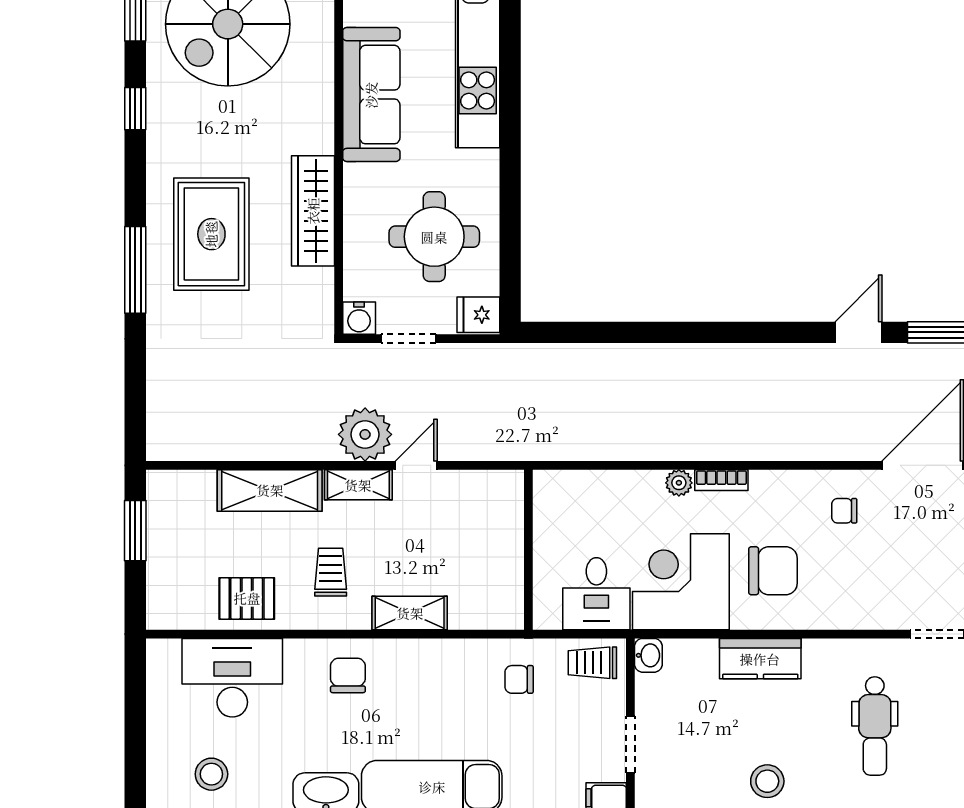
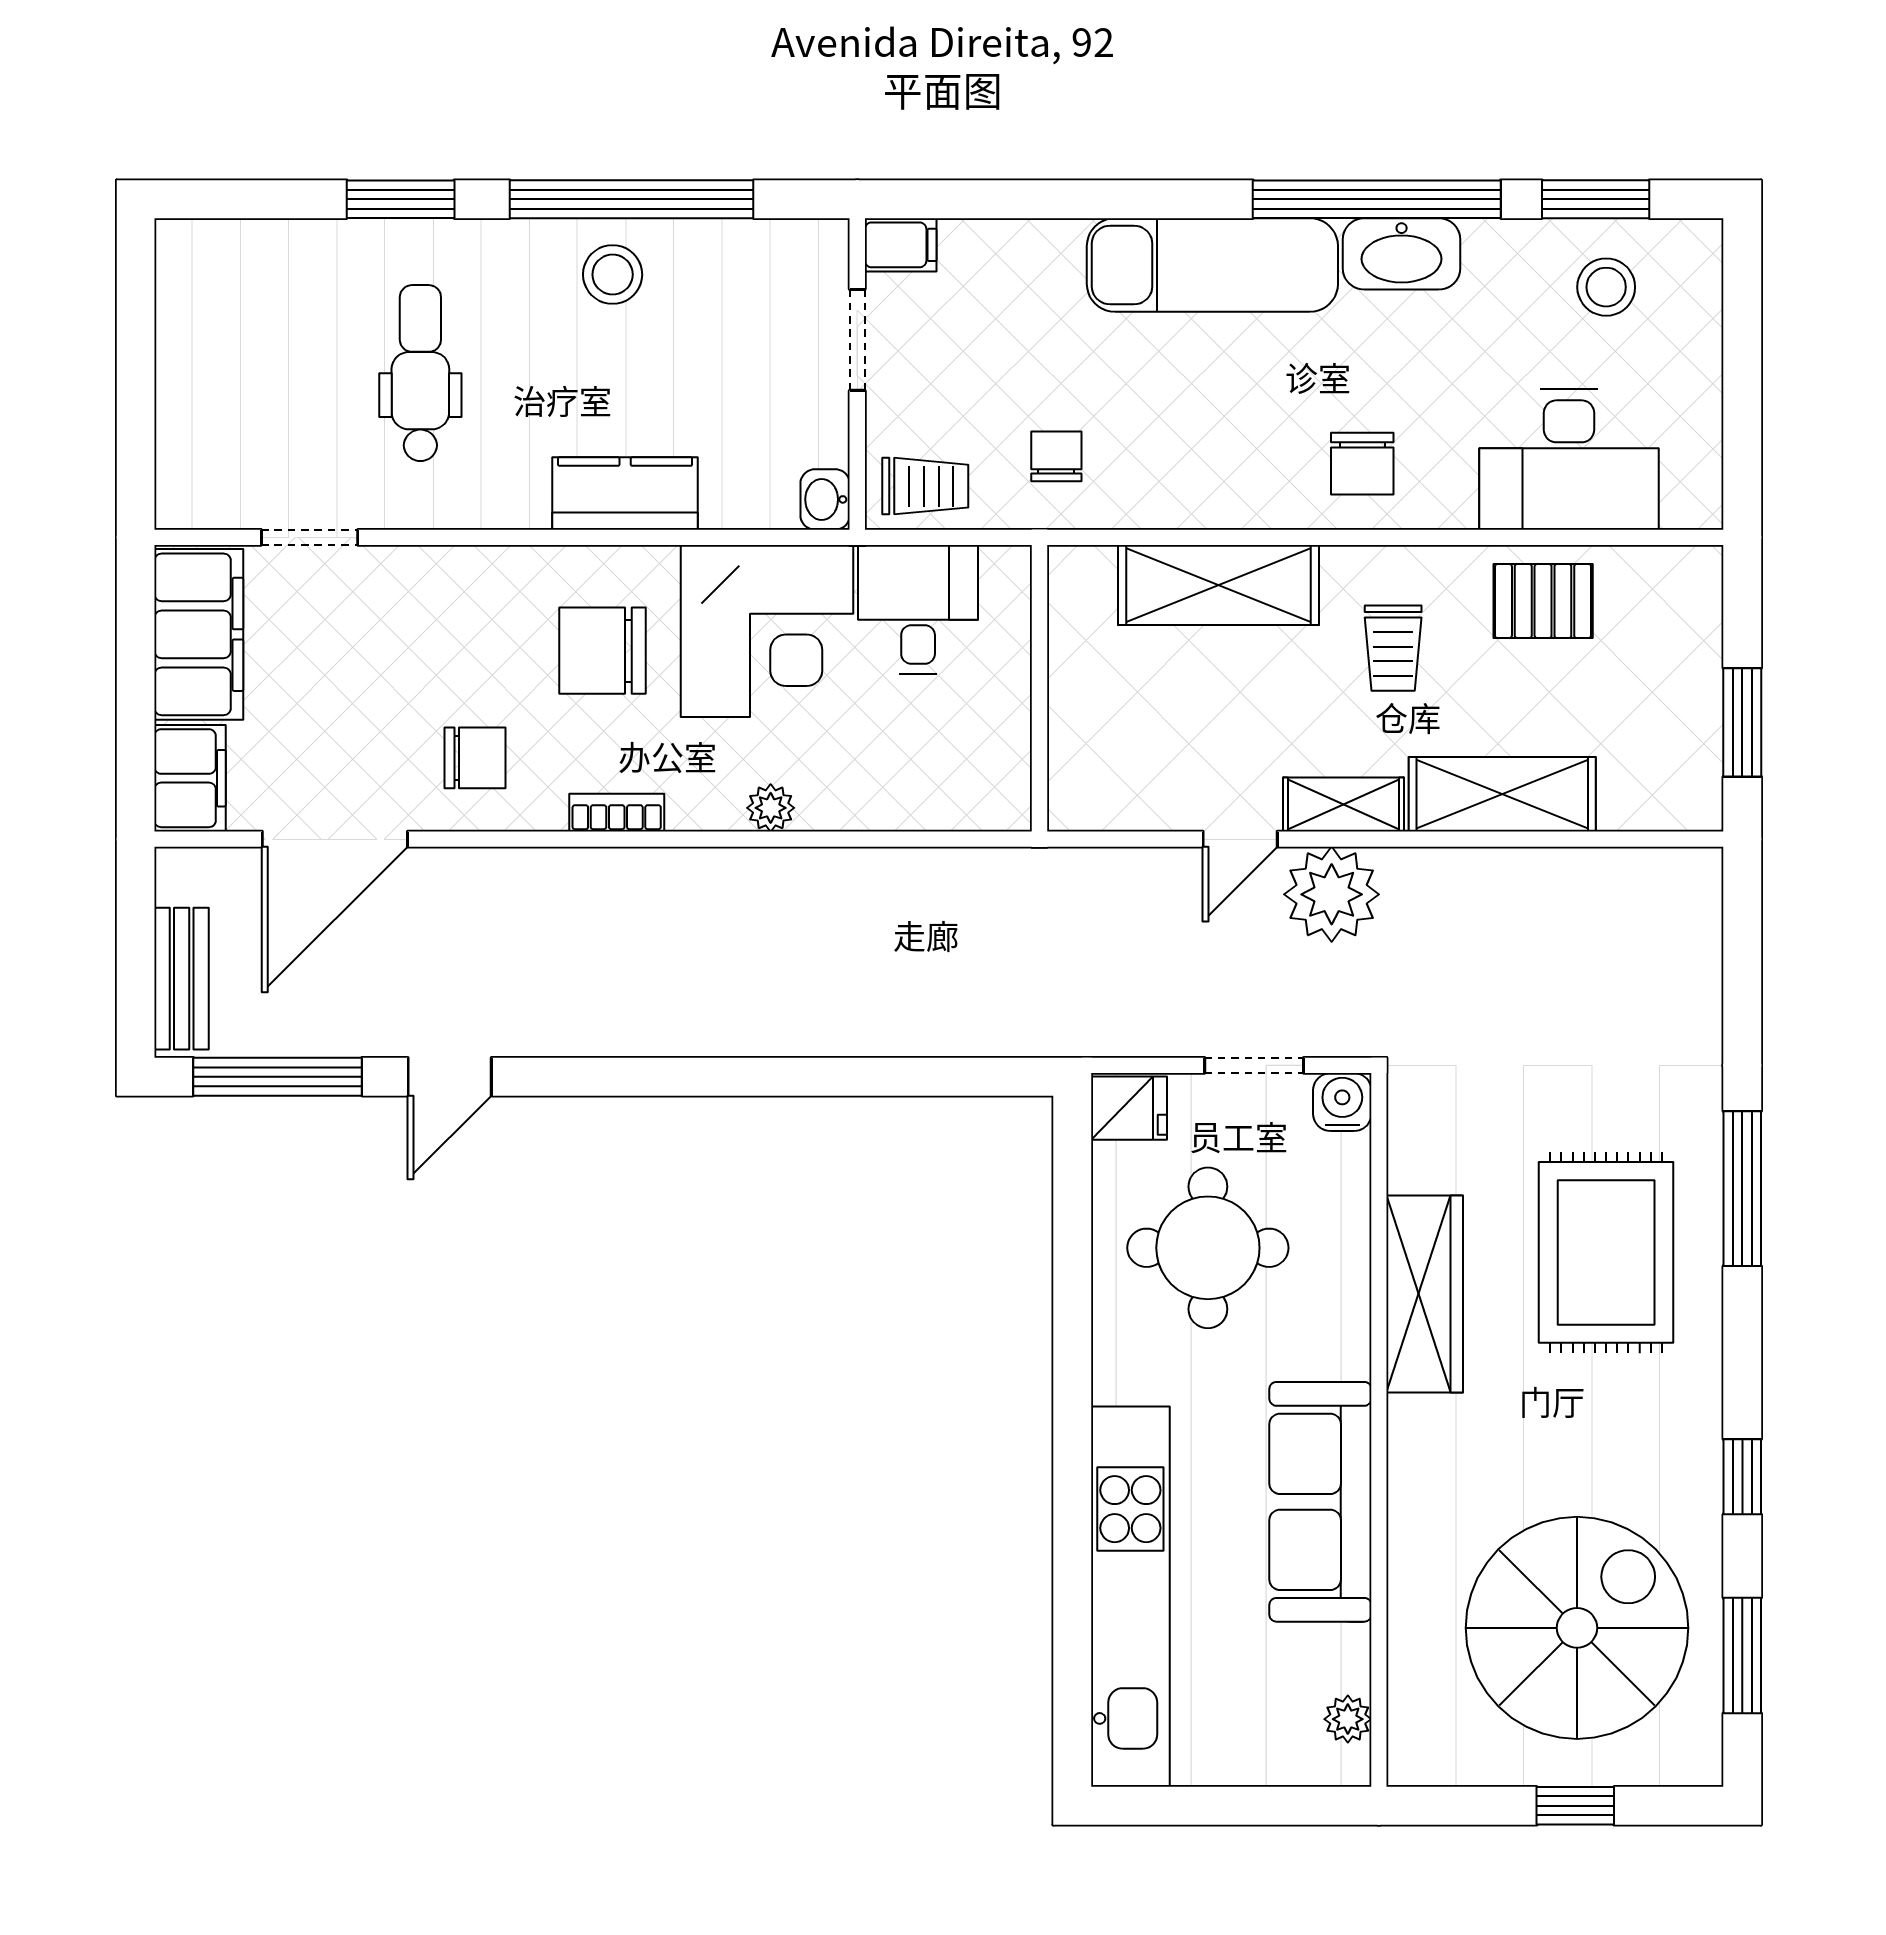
bookcase: (721, 480) -> (617, 813), moved
chair: (844, 511) -> (475, 758), width x1.37, depth x1.37
shelving: (410, 613) -> (1219, 585), width x1.50, depth x1.33
chair: (519, 679) -> (1056, 456), turned -90

